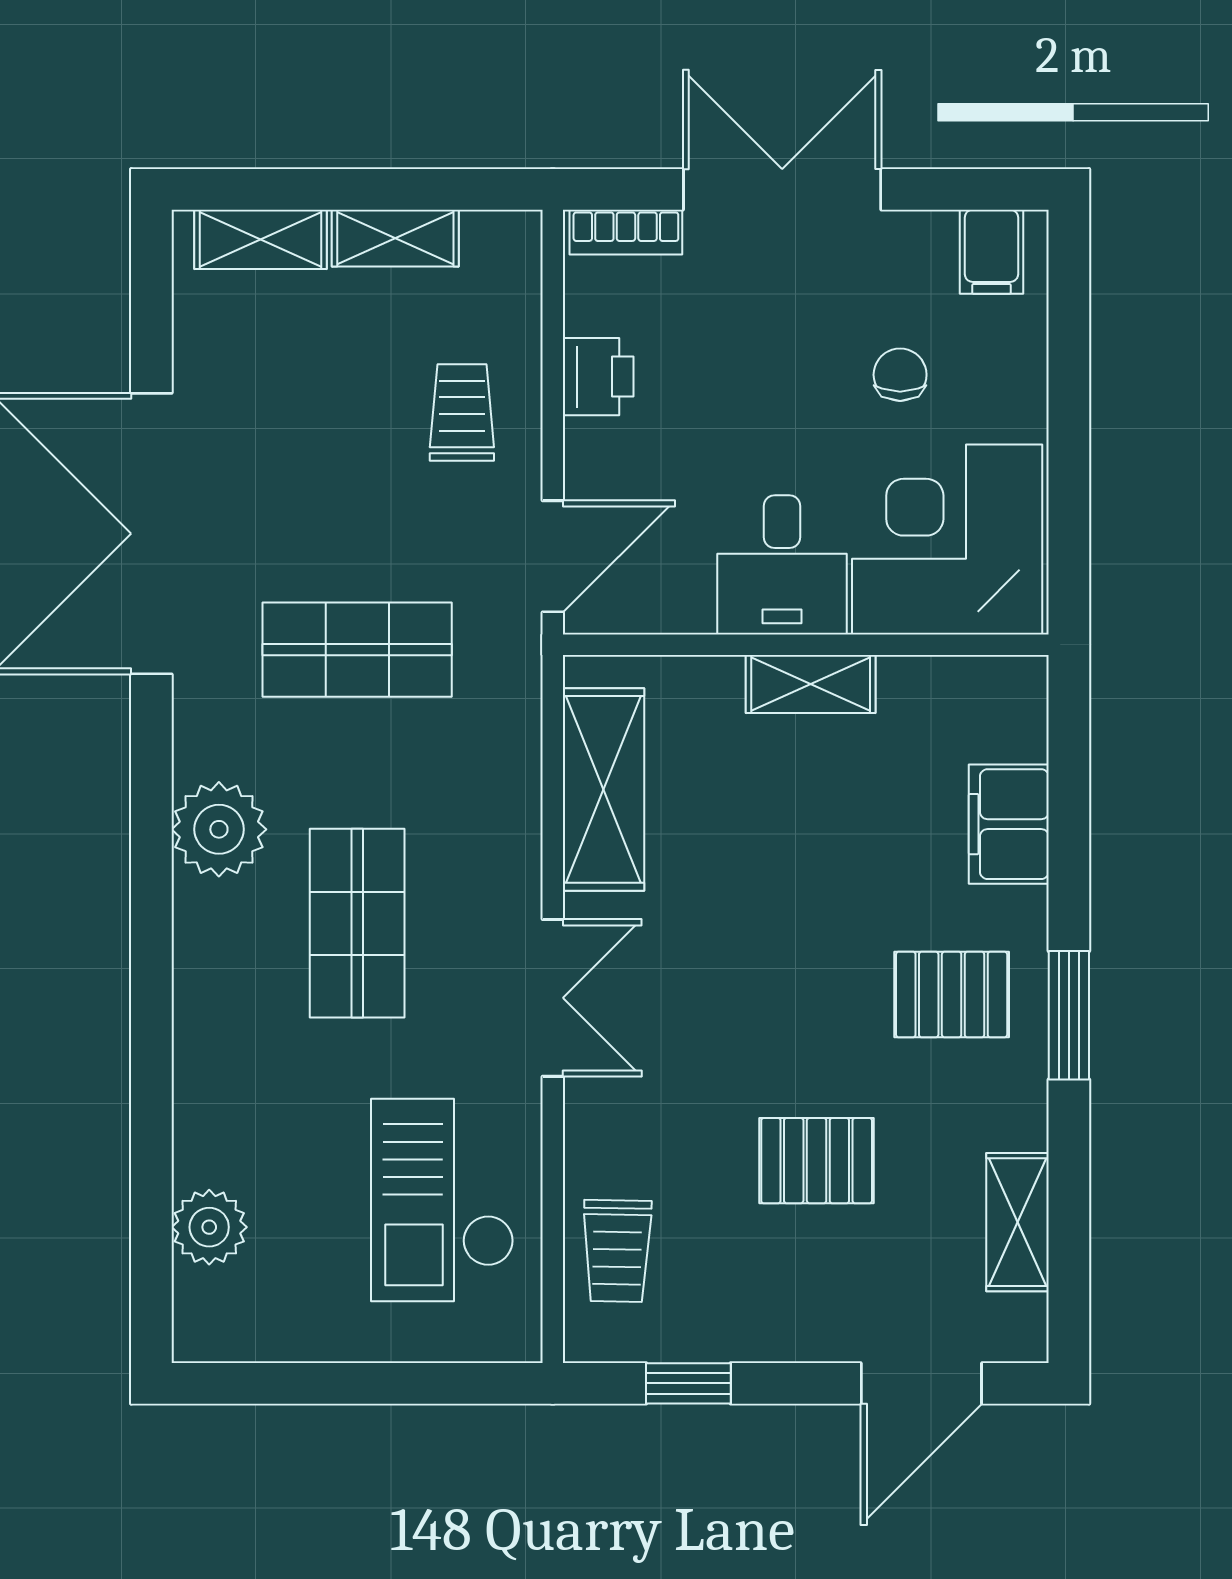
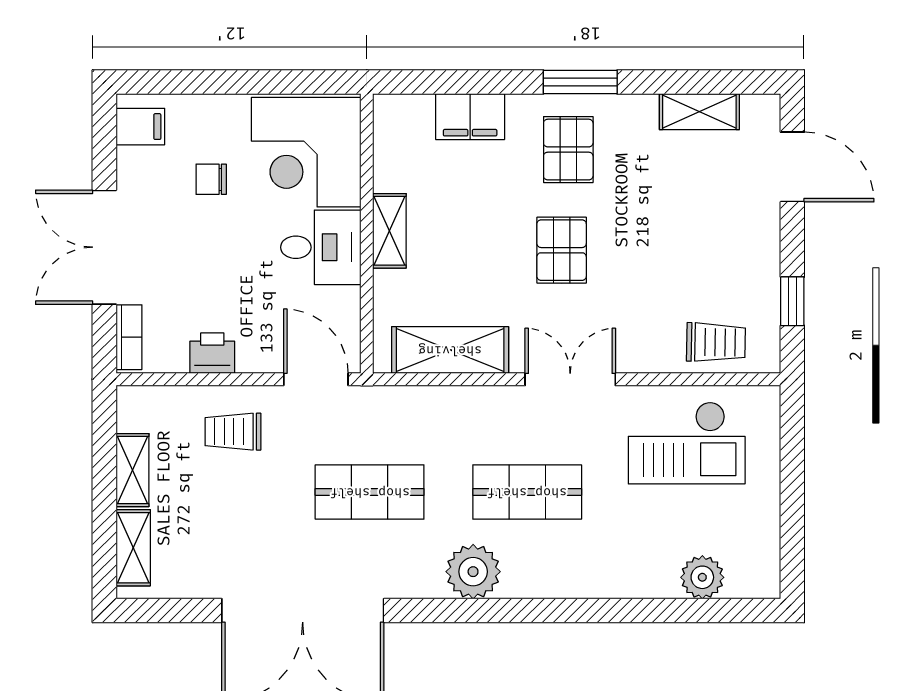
shop shelf: (357, 650) -> (370, 492), turned 90
pallet: (817, 1161) -> (562, 250), moved

